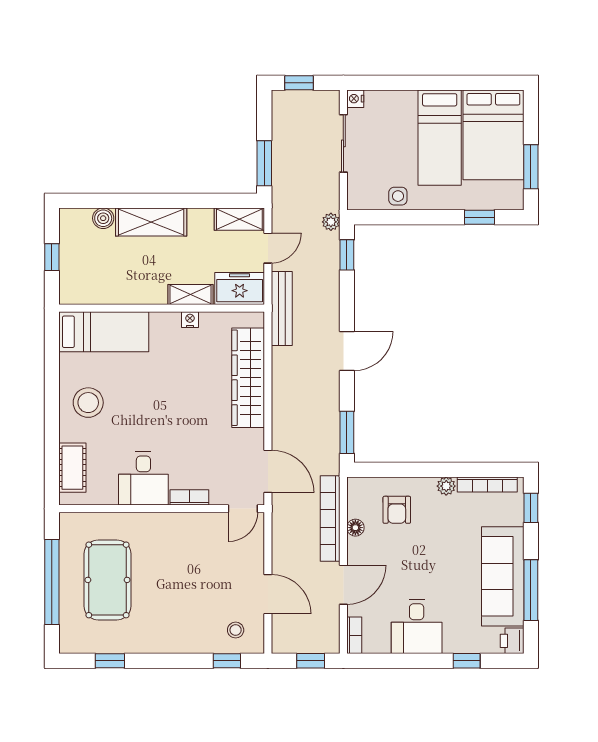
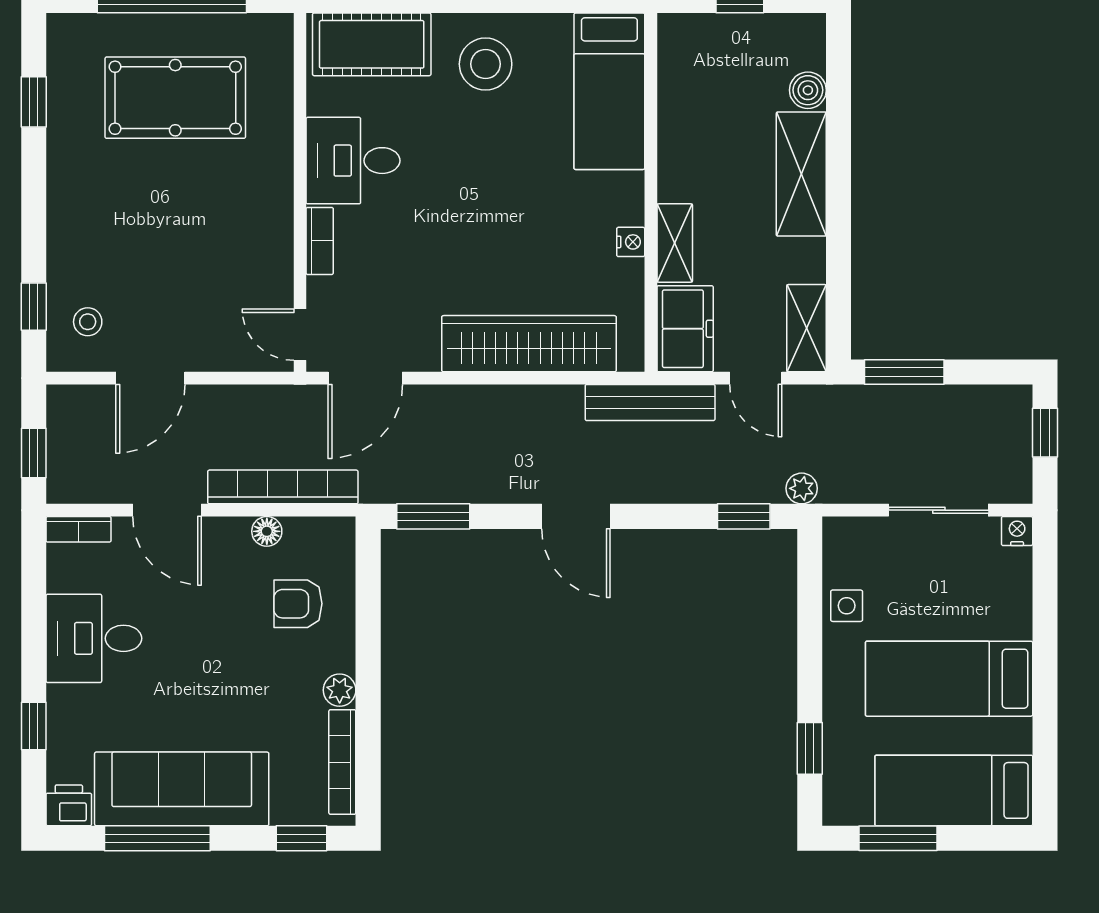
bed: (493, 135) -> (954, 790), width x0.67
cot: (72, 468) -> (372, 44), width x1.37, depth x1.34

